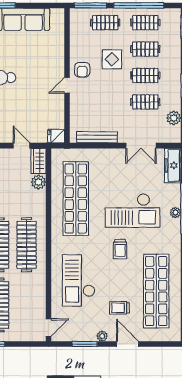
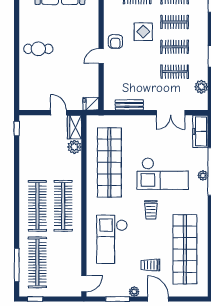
bench: (97, 137) -> (129, 105), width x0.73

